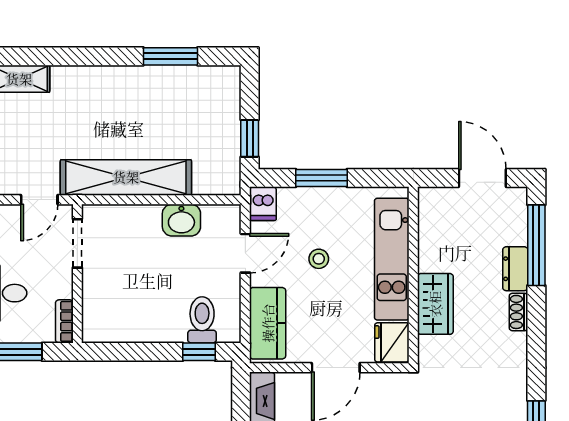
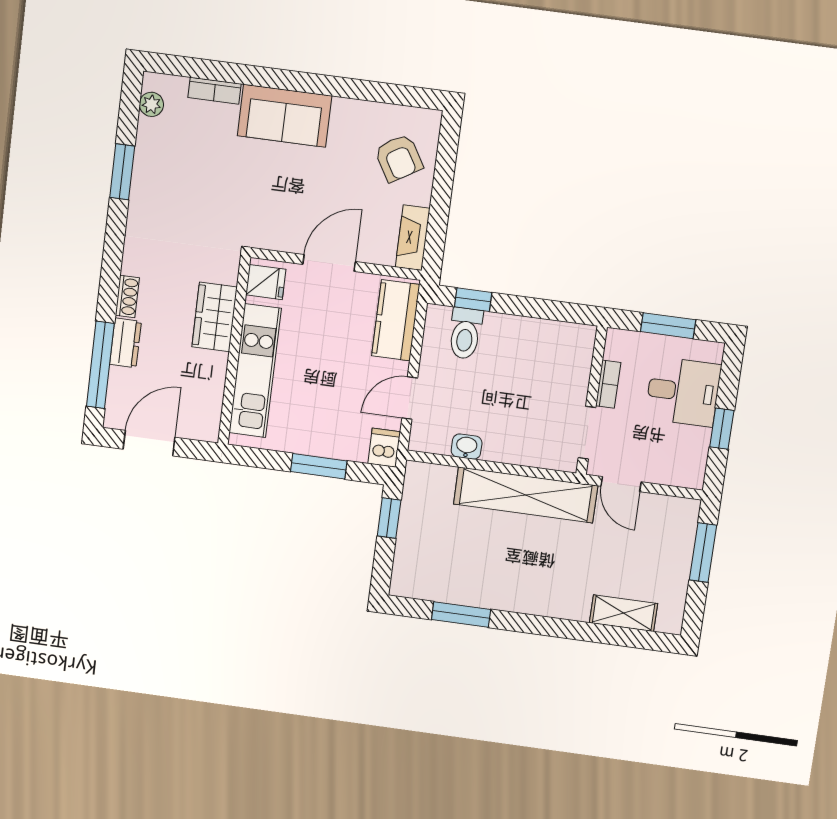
door: (482, 178) -> (149, 443), swing flipped
door: (39, 200) -> (621, 484), swing flipped
washbasin: (181, 220) -> (467, 447), width x0.72, depth x0.69
stool: (319, 259) -> (332, 381), removed
bookcase: (64, 321) -> (608, 384), moved
fridge: (392, 342) -> (266, 282), width x0.72

